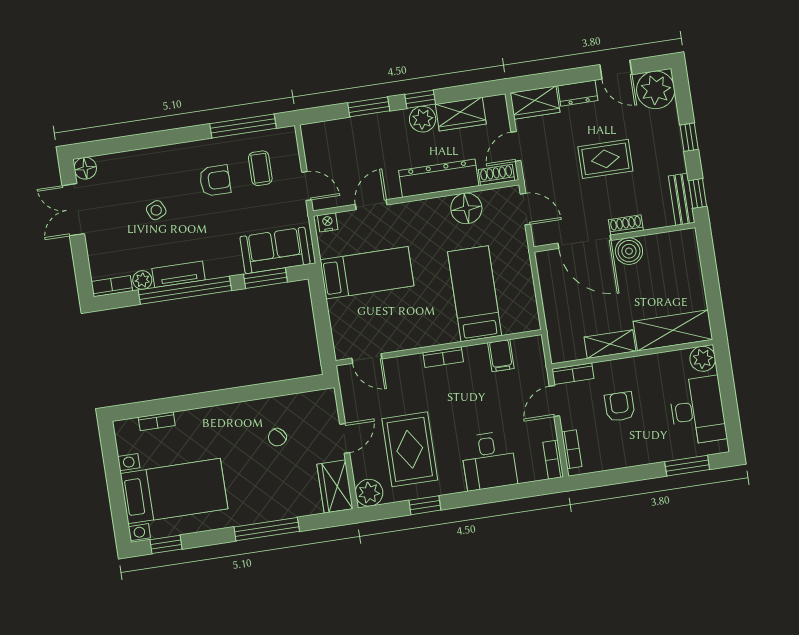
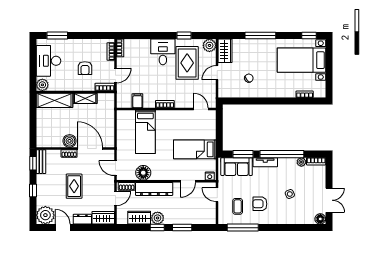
rug: (605, 159) -> (74, 186), turned 90
tv unit: (179, 274) -> (265, 162), moved
desk: (489, 461) -> (163, 52), moved

